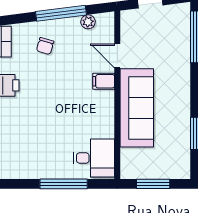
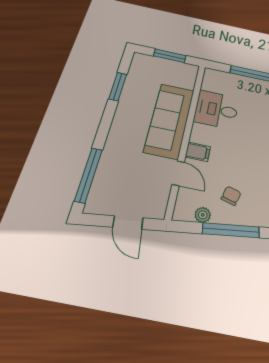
chair: (45, 46) -> (231, 196), moved
desk: (94, 158) -> (216, 110), moved

